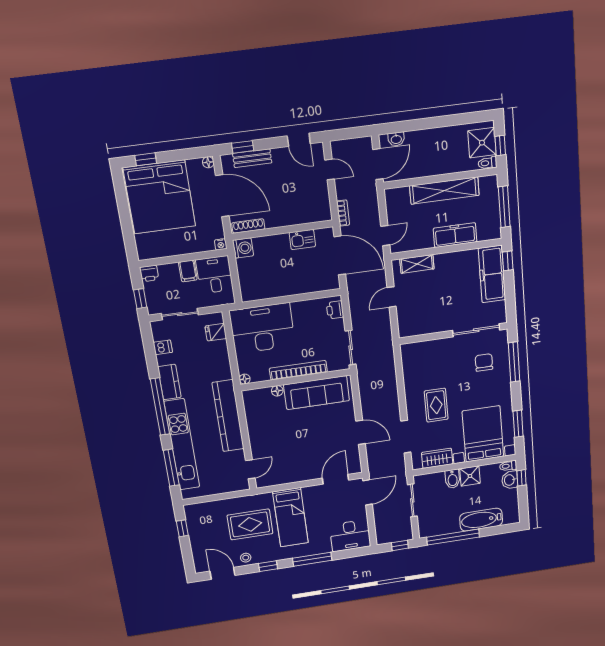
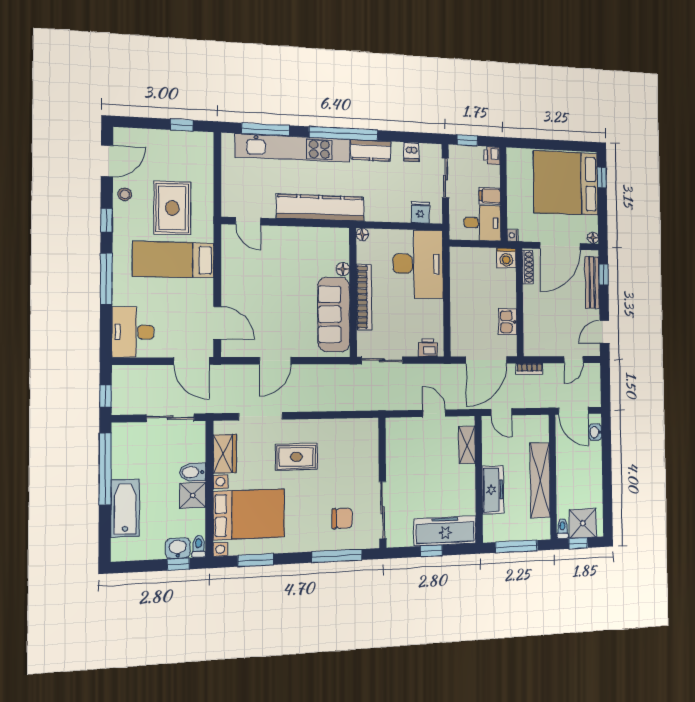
bench: (252, 158) -> (592, 282), width x1.36
window: (508, 261) -> (431, 551), moved

